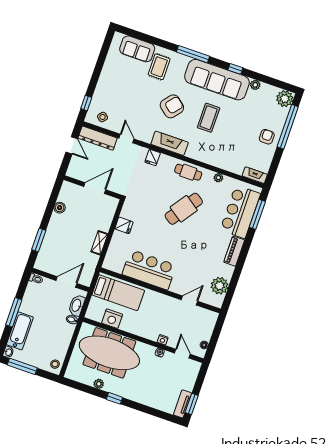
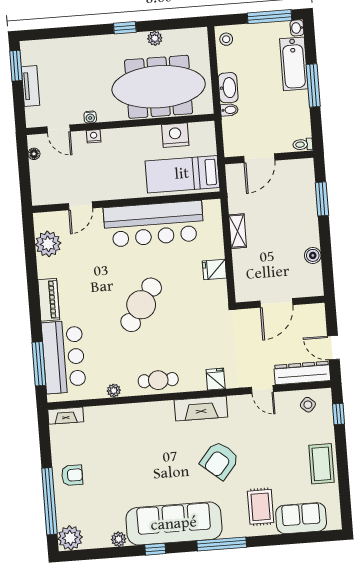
coffee table: (209, 118) -> (321, 464), moved
armchair: (267, 137) -> (72, 475), turned -90
cafe table: (184, 209) -> (141, 305), moved
bar counter: (149, 270) -> (154, 224), width x1.36
washbasin: (77, 305) -> (228, 88), moved
tv unit: (182, 404) -> (31, 86), moved

